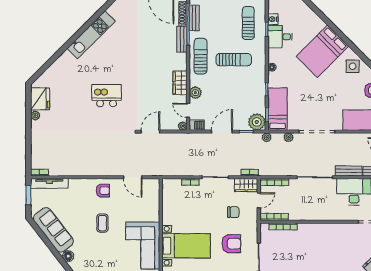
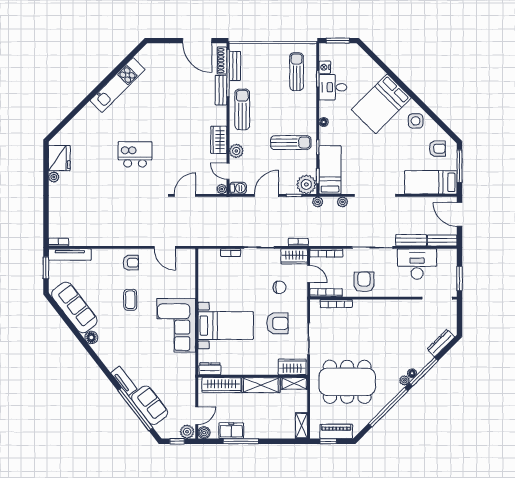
sun lounger: (234, 60) -> (291, 143), moved
door: (259, 200) -> (309, 274), hinge flipped
armchair: (307, 207) -> (364, 282), added

